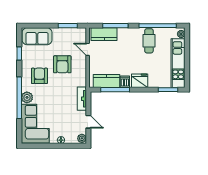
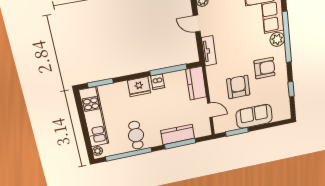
kitchen counter: (104, 34) -> (178, 134), moved
sofa: (37, 36) -> (254, 116), moved
armchair: (39, 76) -> (265, 68), turned -90
kitchen counter: (106, 81) -> (196, 83), moved, turned 90

